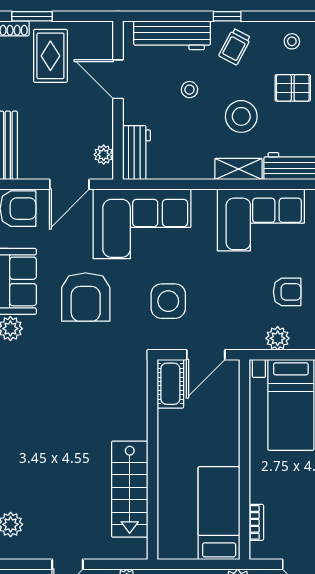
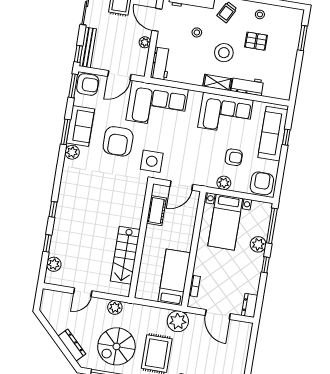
plant: (104, 155) -> (145, 42), moved
side table: (168, 301) -> (152, 161), moved
cot: (170, 384) -> (156, 211), moved

